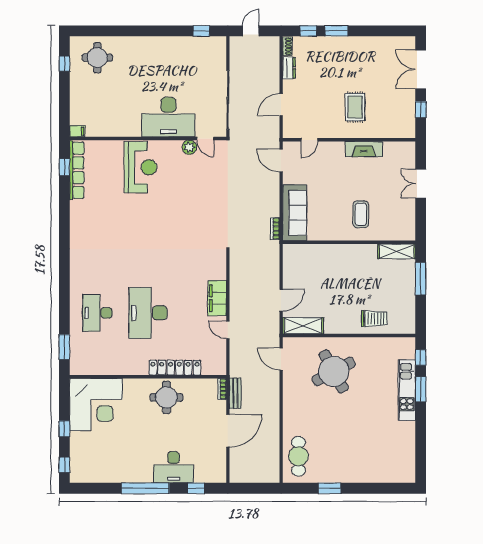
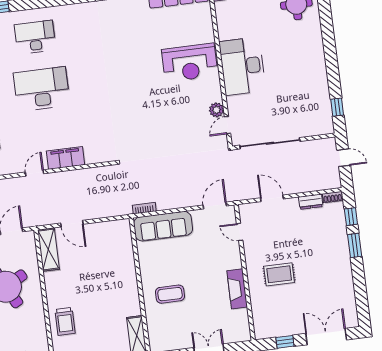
desk: (168, 117) -> (242, 66), moved

